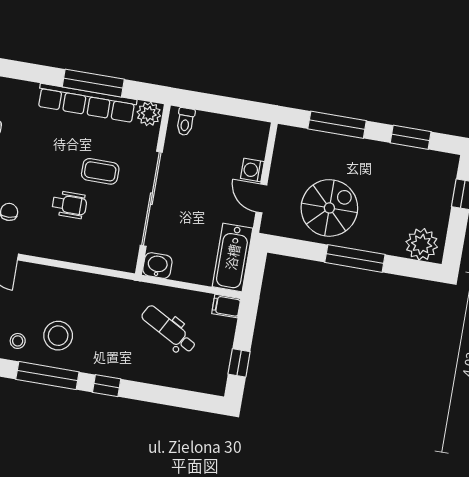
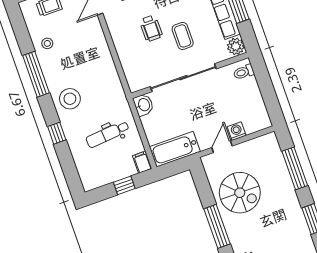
dental chair: (169, 329) -> (107, 134), turned -124
stool: (58, 336) -> (70, 99), moved
window: (239, 363) -> (124, 185), moved
window: (107, 386) -> (57, 133), moved

